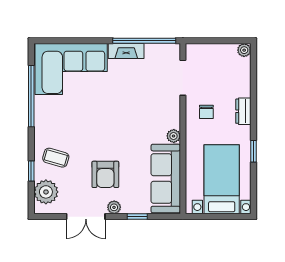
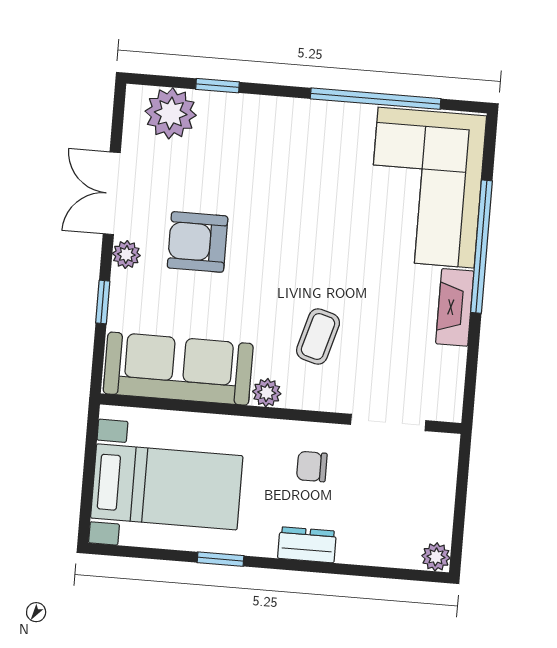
window: (144, 41) -> (481, 247), moved
coffee table: (56, 158) -> (318, 337), moved

